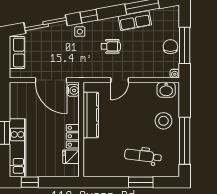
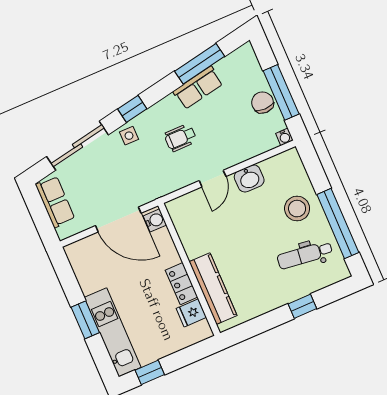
wheelchair: (111, 46) -> (180, 138), turned 180
washbasin: (166, 90) -> (249, 178), moved
kitchen counter: (91, 115) -> (213, 289), moved
dental chair: (143, 156) -> (305, 255), moved
window: (141, 182) -> (302, 306), width x0.67

